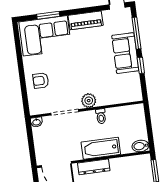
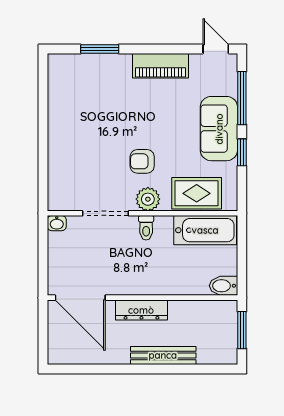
corner sofa: (45, 36) -> (90, 82), removed
armchair: (41, 81) -> (142, 161), moved
rug: (117, 93) -> (197, 193), added
toilet: (101, 116) -> (146, 228), moved
bathtub: (101, 148) -> (205, 230), moved, turned 180

